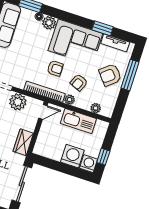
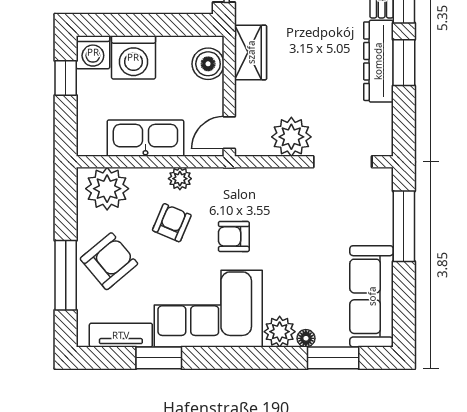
bookcase: (44, 92) -> (240, 178), removed
plant: (96, 108) -> (107, 189), width x1.88, depth x1.88
boiler: (42, 143) -> (208, 64), added

